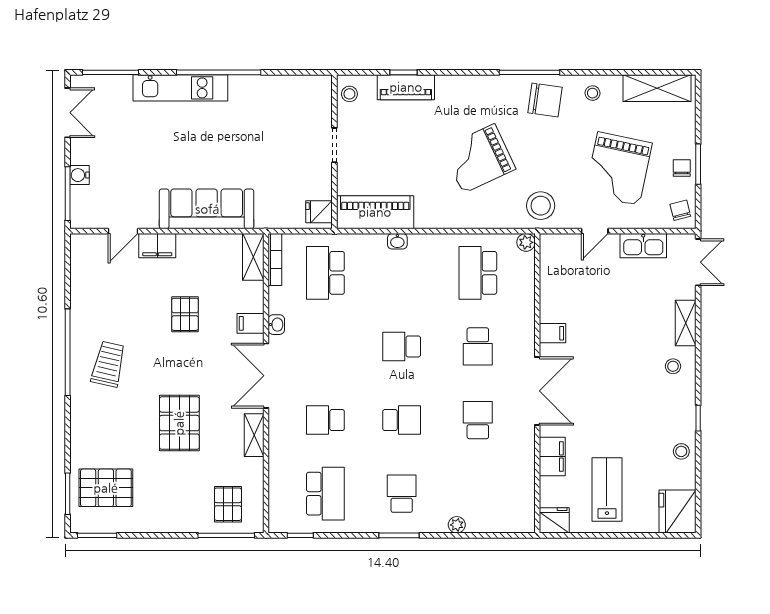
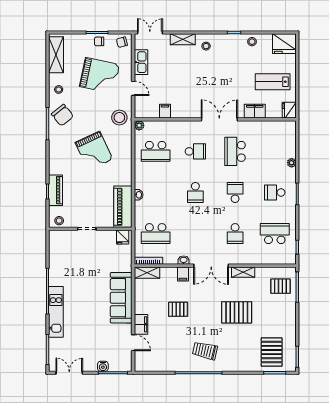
chair: (545, 100) -> (62, 115), turned 133
filing cabinet: (553, 333) -> (165, 111), moved
school desk: (478, 420) -> (235, 151), width x1.85

